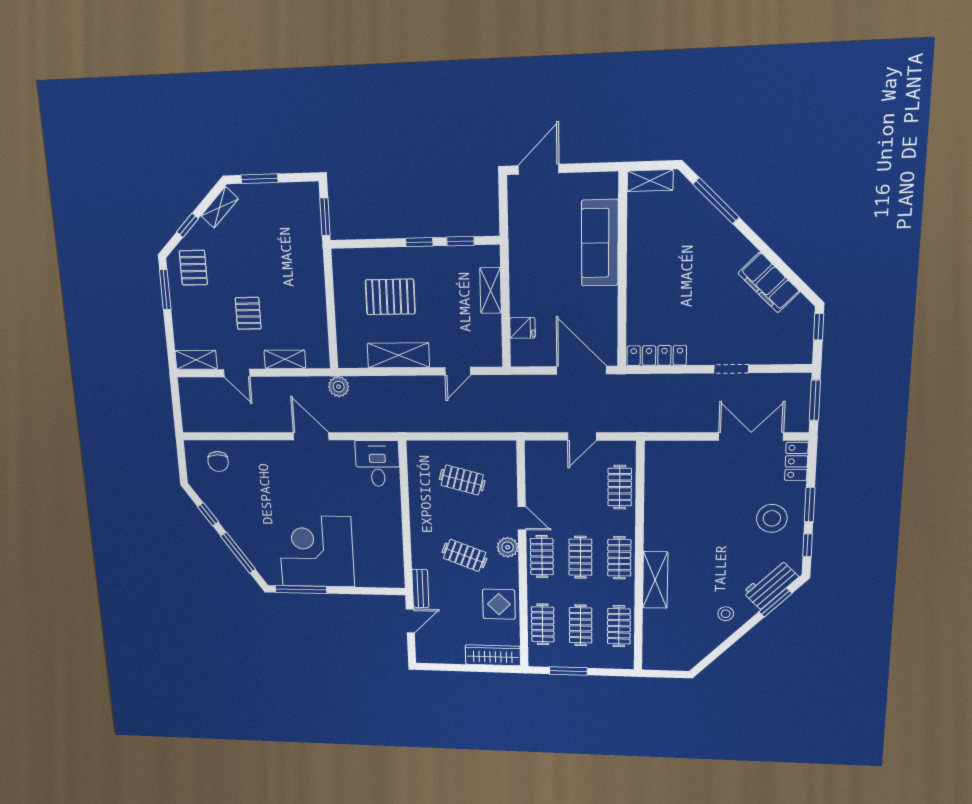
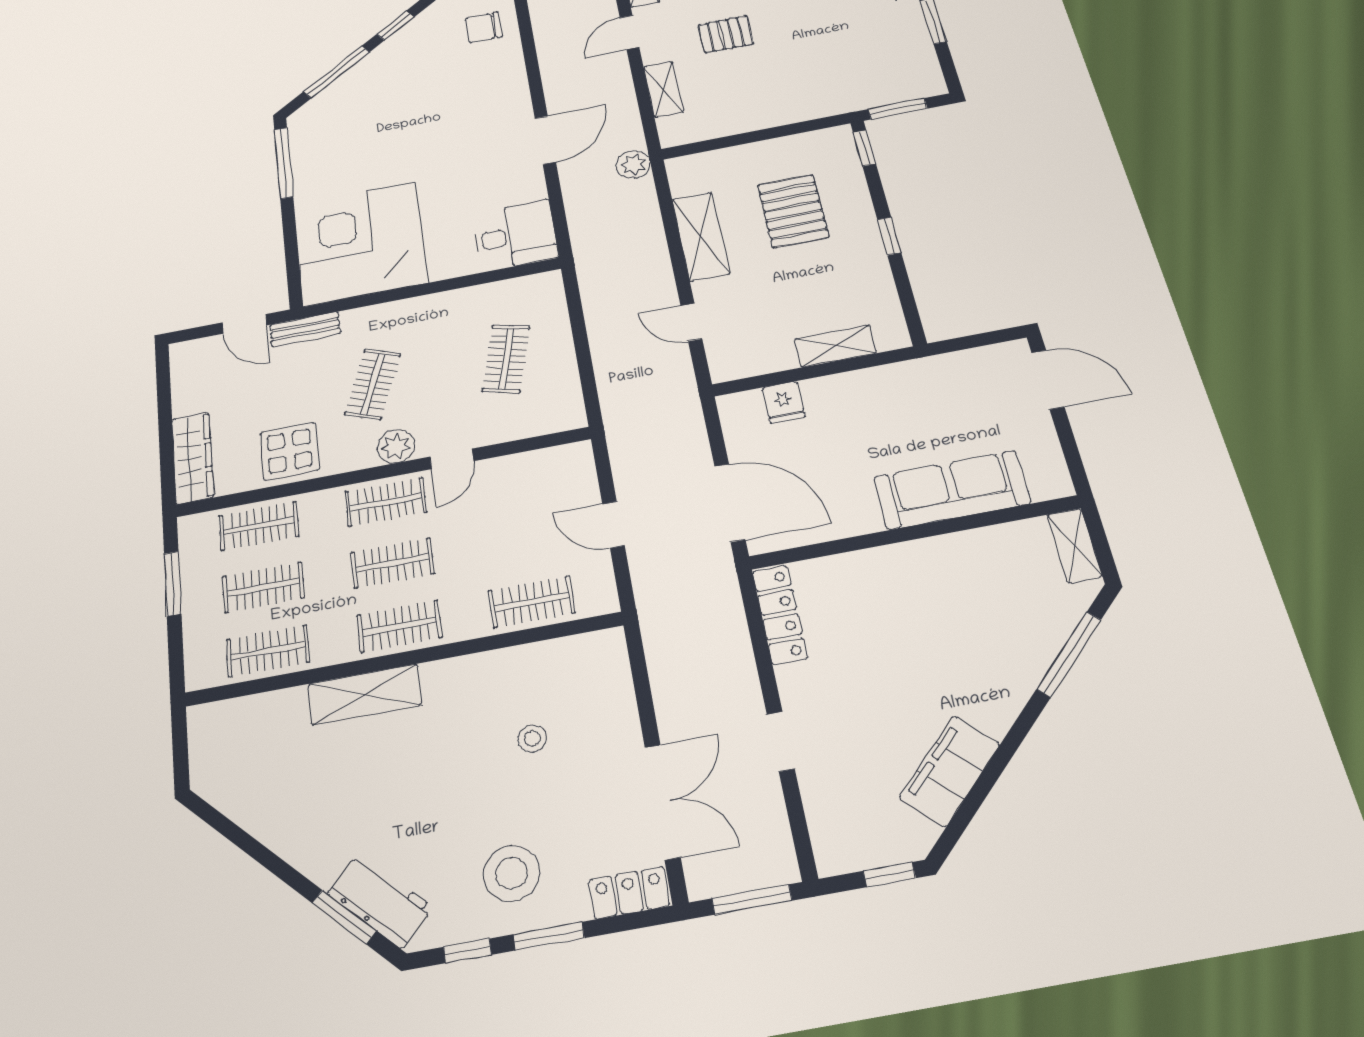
window: (460, 241) -> (864, 148), moved
door: (581, 370) -> (730, 503), hinge flipped
corner desk: (316, 551) -> (360, 243), moved, turned -90
stool: (726, 614) -> (532, 739), moved

